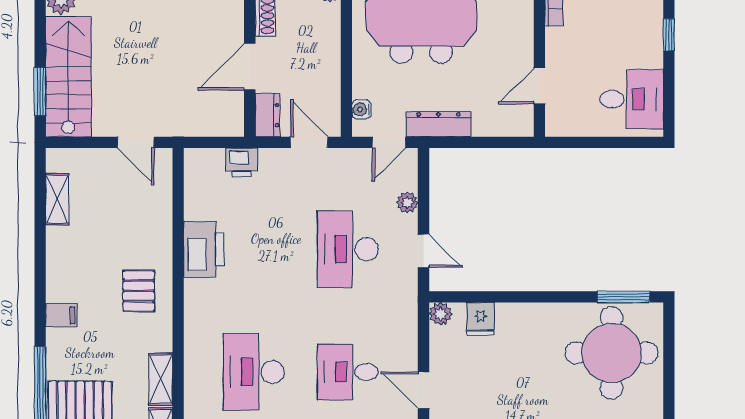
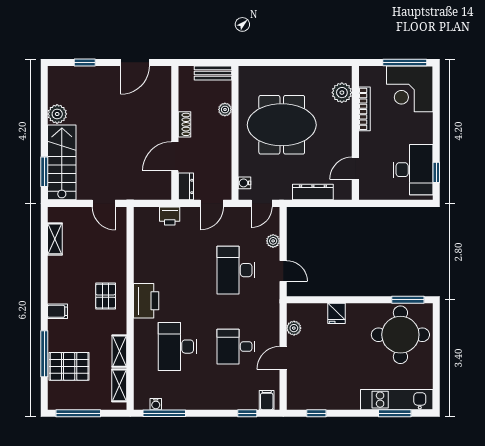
window: (669, 35) -> (436, 172), moved
desk: (632, 99) -> (413, 170), width x1.37
dresser: (439, 124) -> (313, 192), moved
door: (309, 142) -> (212, 203), swing flipped
printer: (204, 249) -> (146, 301), moved
plant: (441, 314) -> (294, 328), moved
fridge: (480, 319) -> (337, 313), moved
door: (424, 390) -> (283, 358), hinge flipped

